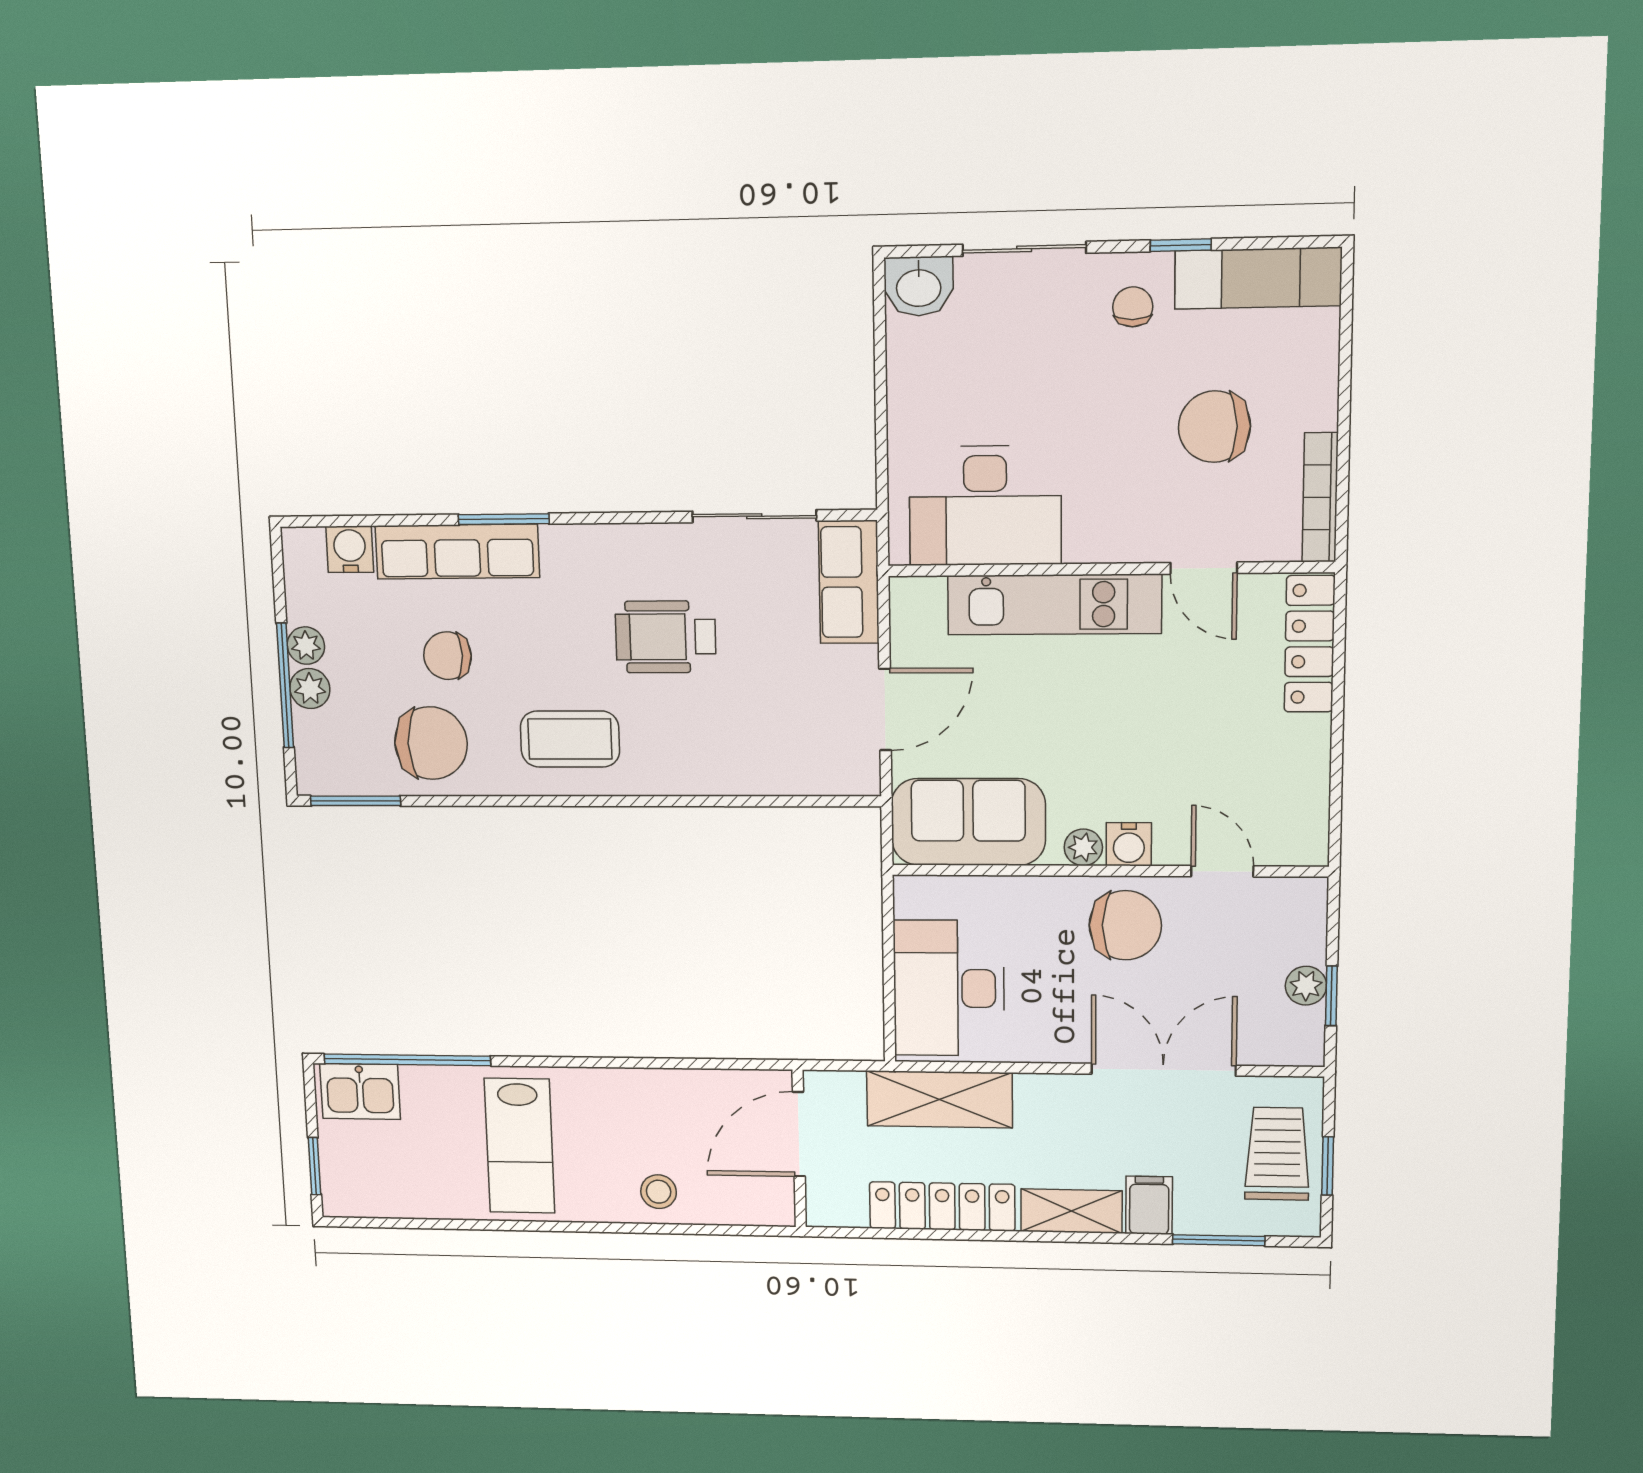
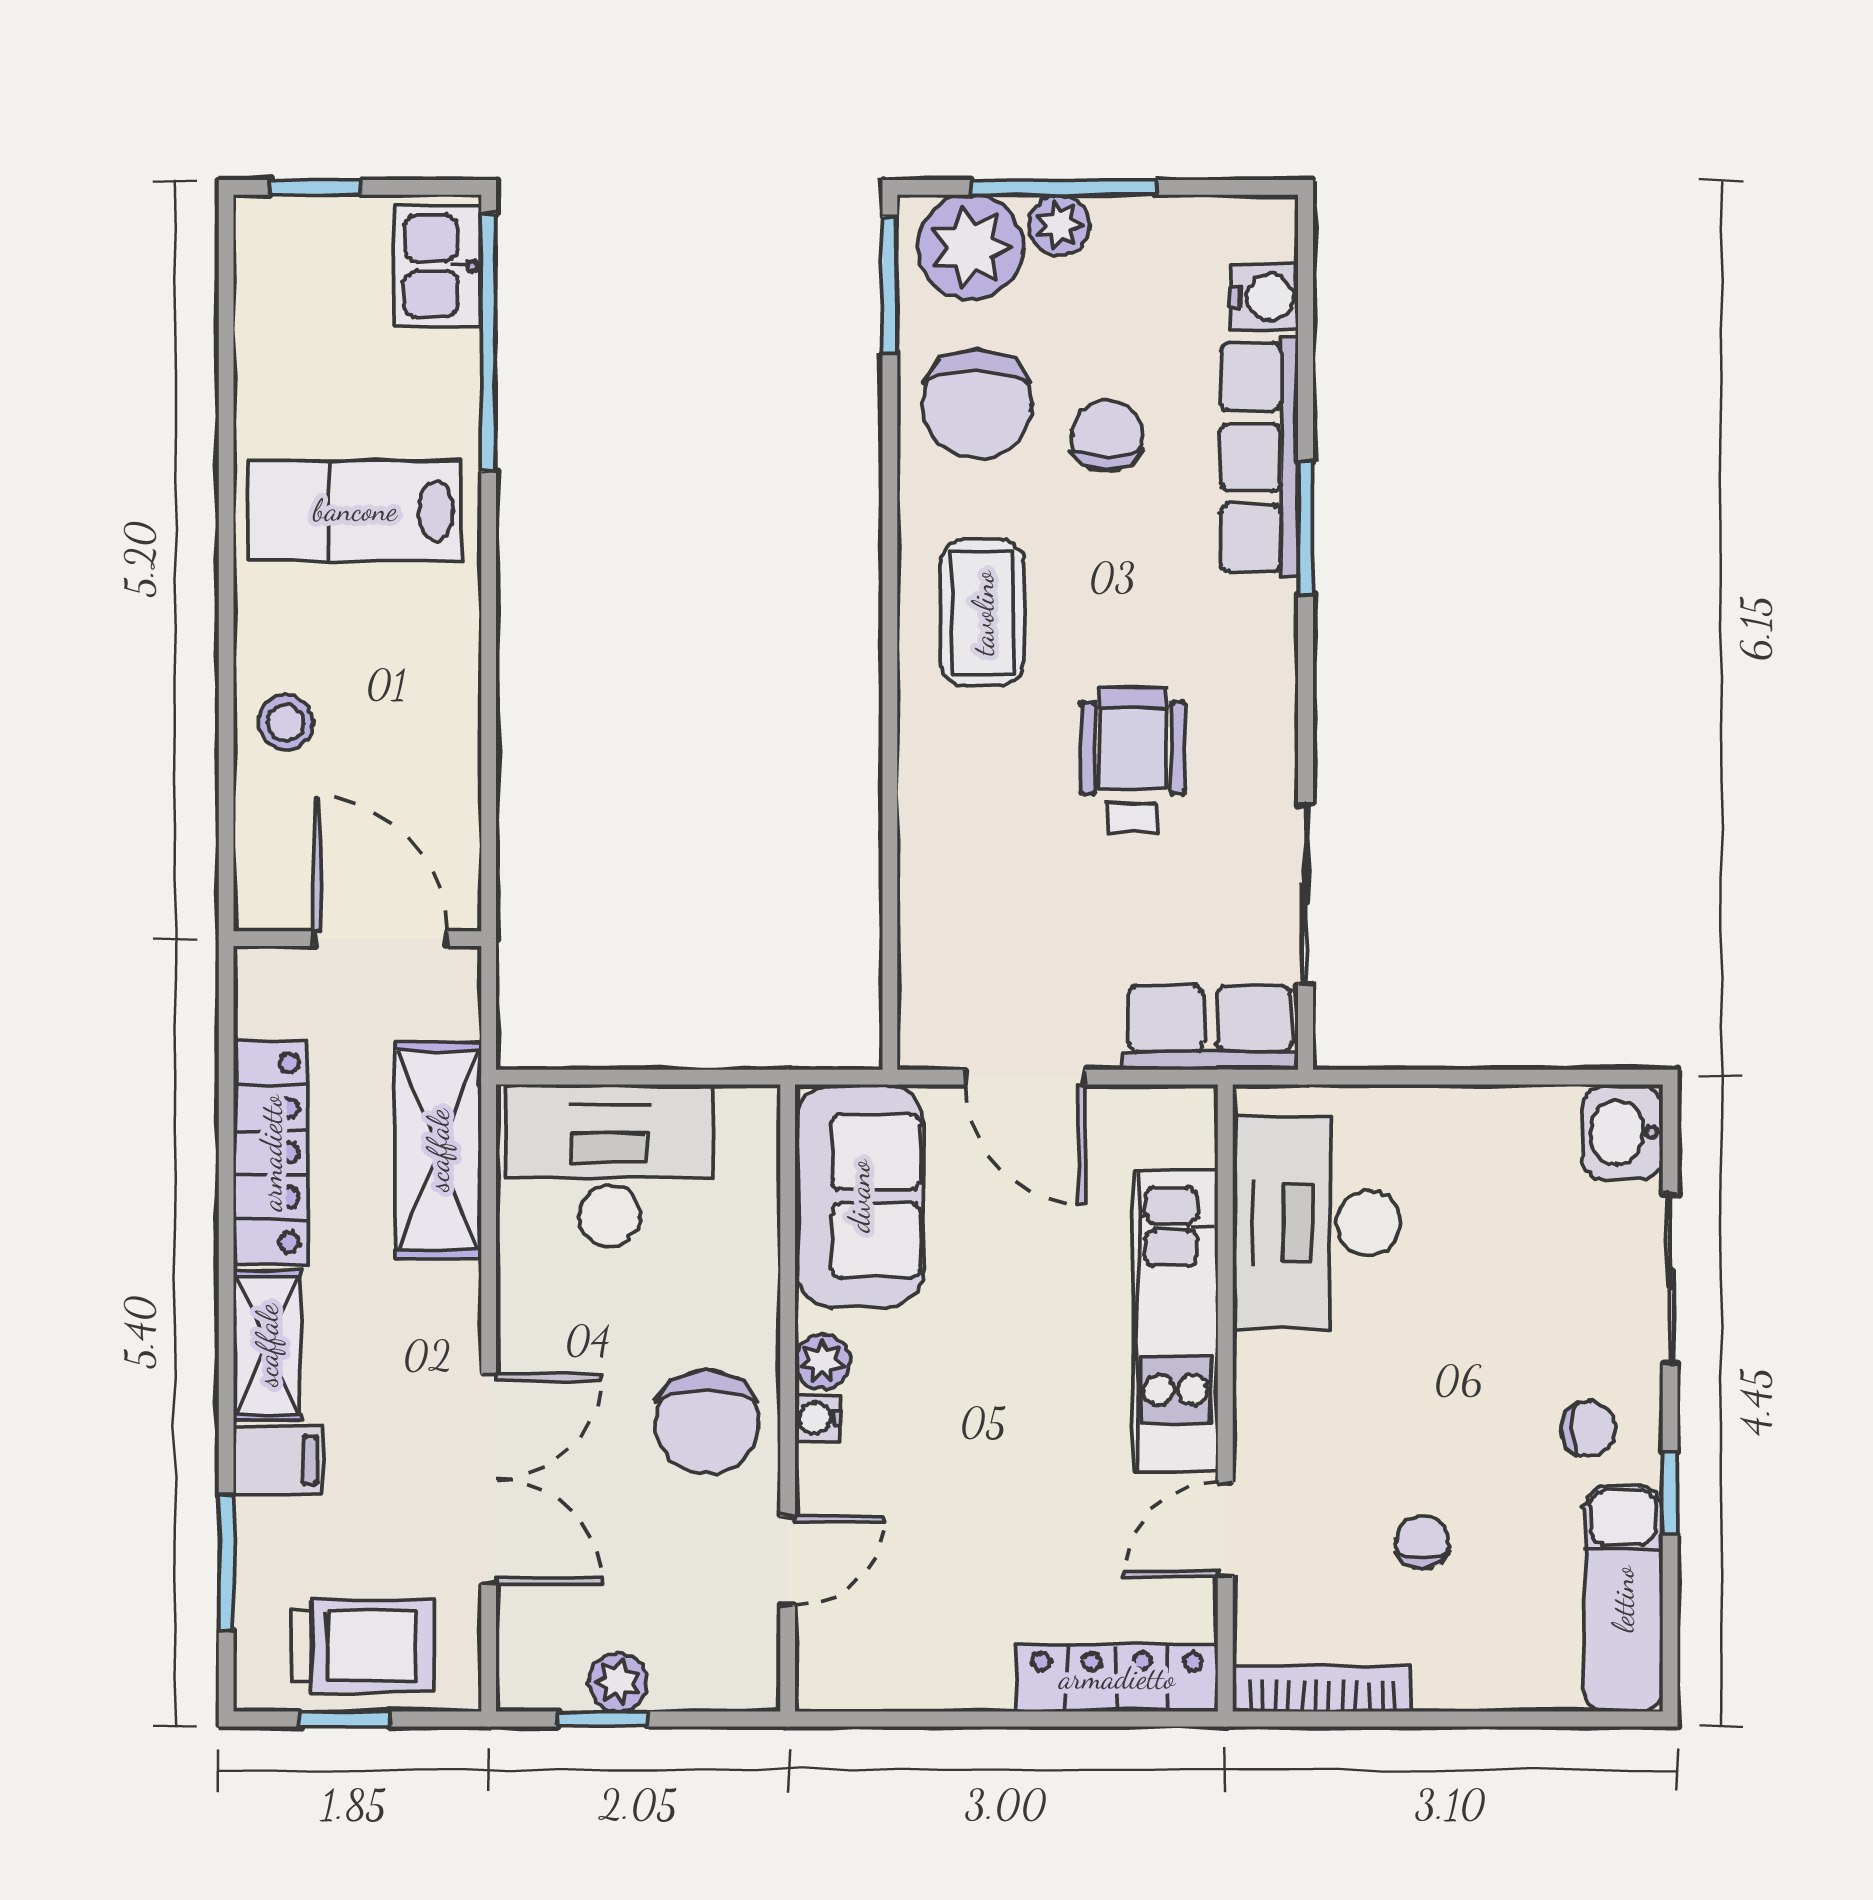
chair: (1214, 427) -> (1422, 1542), width x0.54, depth x0.54
plant: (306, 646) -> (971, 247), moved, width x1.88, depth x1.88
water cooler: (1129, 844) -> (818, 1418), width x0.72, depth x0.72

